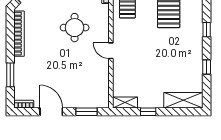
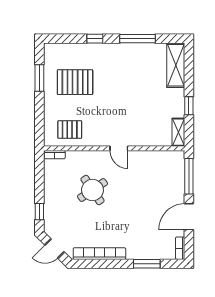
round table: (75, 28) -> (93, 190), turned -34
door: (111, 51) -> (119, 148), hinge flipped
window: (207, 67) -> (138, 39), width x2.17
window: (87, 112) -> (189, 176), width x1.44

